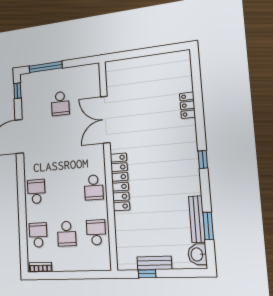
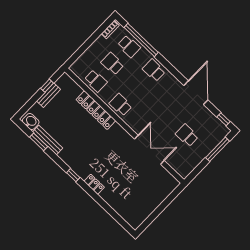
locker: (187, 105) -> (94, 184), moved
locker: (120, 182) -> (96, 110), moved
school desk: (36, 191) -> (154, 70), turned 180
window: (23, 230) -> (141, 40), added

